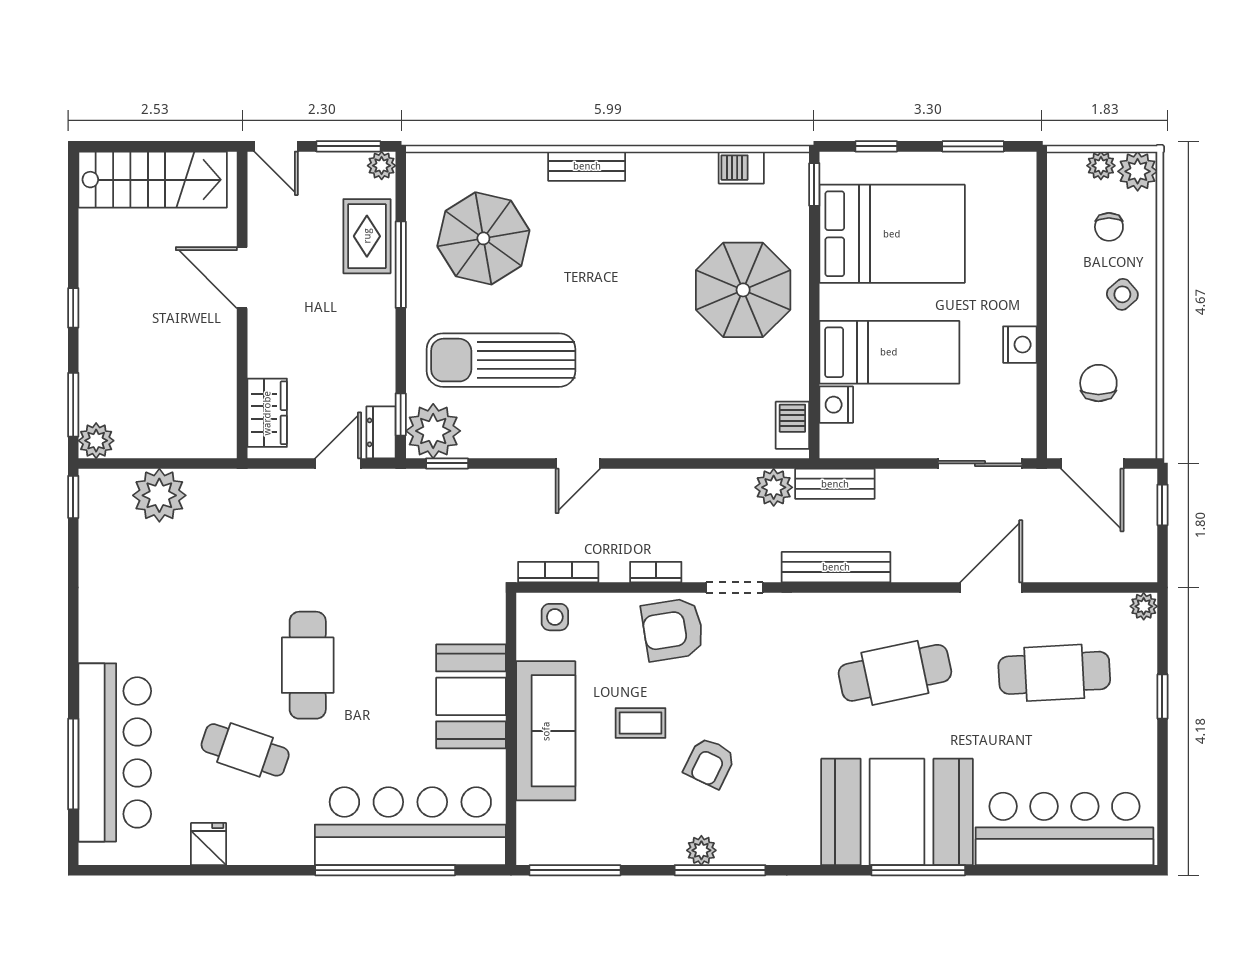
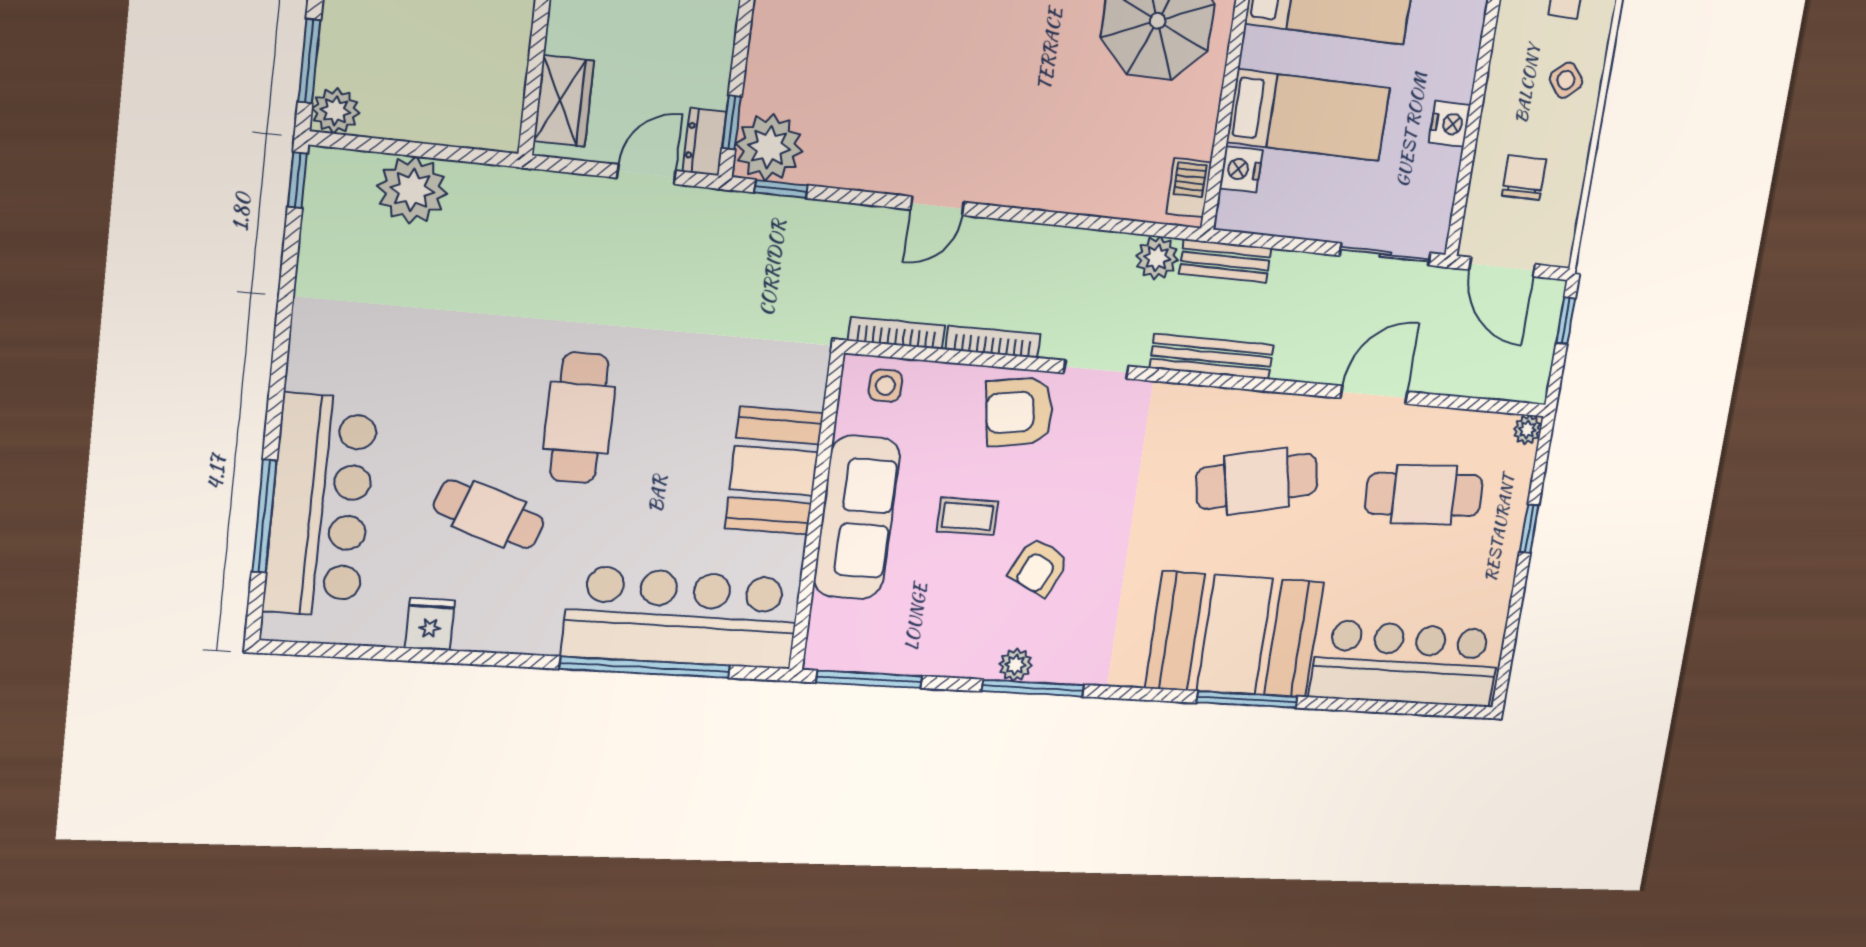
sun lounger: (501, 360) -> (863, 70), removed
bookcase: (656, 572) -> (993, 342), width x1.56

